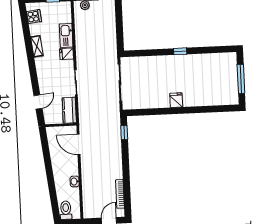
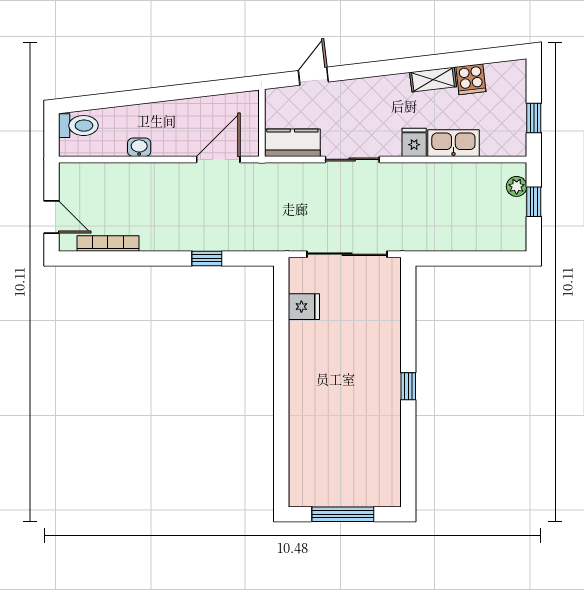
cooker: (34, 16) -> (471, 79), moved
fridge: (176, 100) -> (304, 307), moved
door: (38, 102) -> (313, 76), swing flipped
window: (124, 133) -> (207, 258), moved

